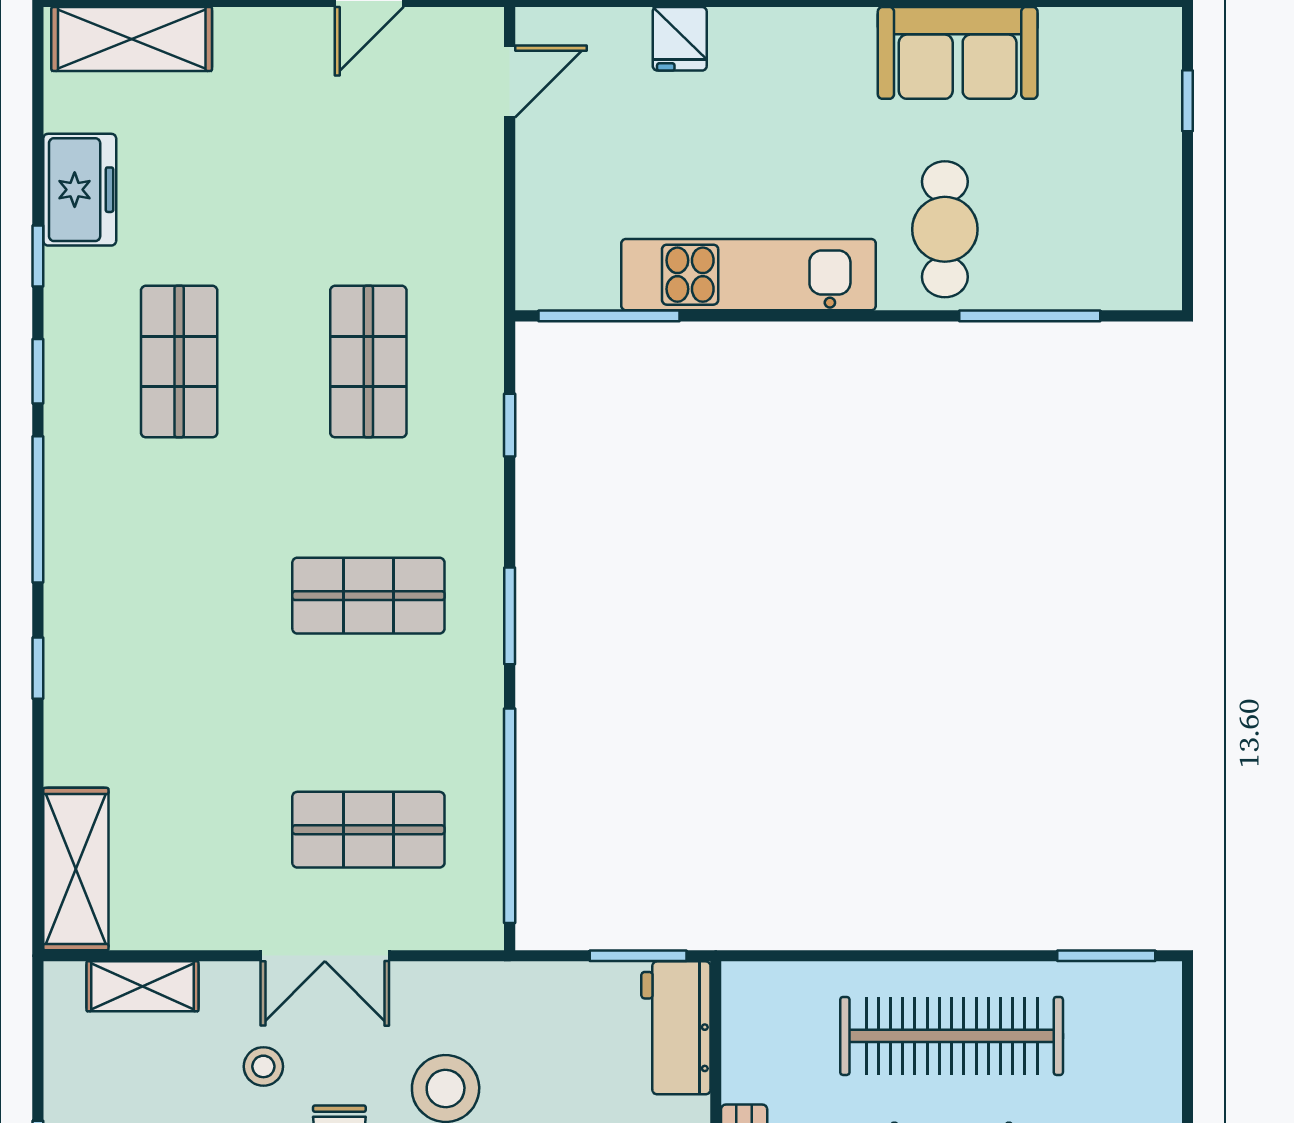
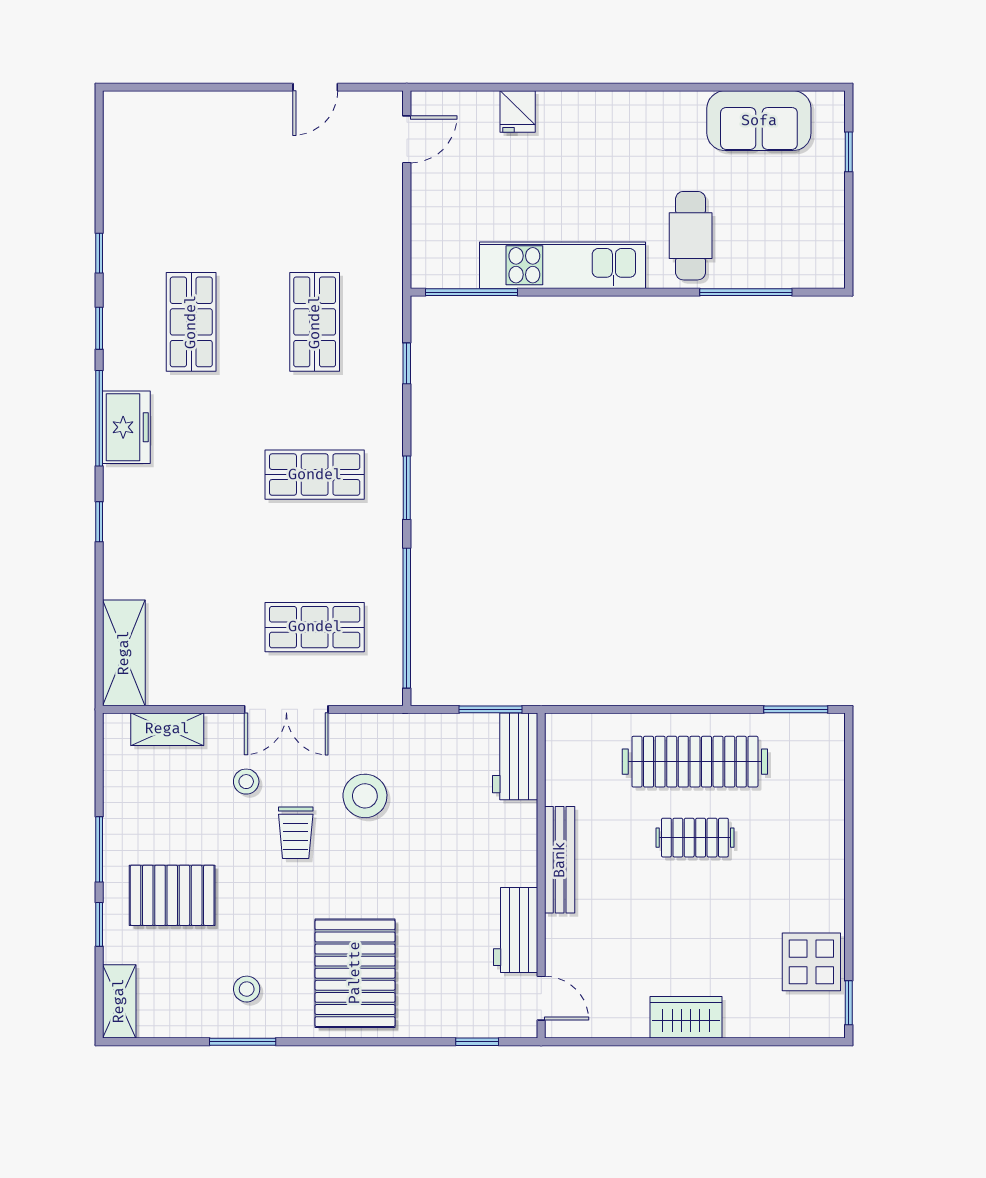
shelving: (132, 39) -> (160, 112), removed
sofa: (958, 53) -> (759, 121), moved
freezer: (80, 190) -> (126, 427), moved

